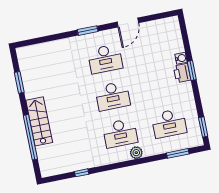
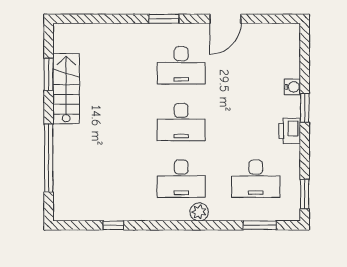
printer: (182, 73) -> (290, 131), moved
stairs: (39, 121) -> (66, 89), moved

